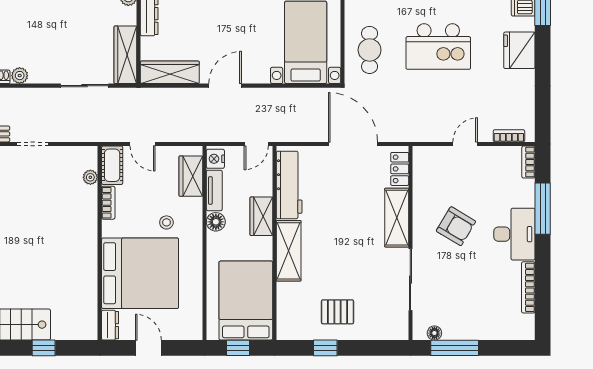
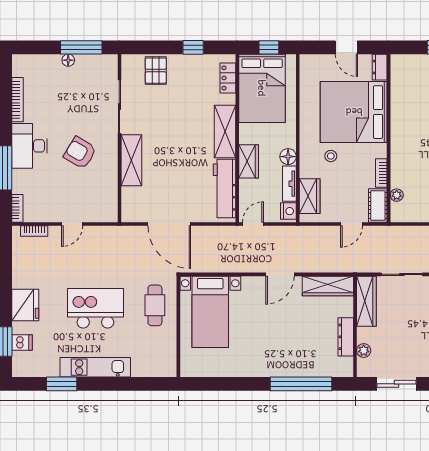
door: (142, 144) -> (352, 224), swing flipped
locker: (400, 169) -> (228, 78), moved, turned 180
pallet: (337, 312) -> (156, 71), moved, turned 90
floor lamp: (434, 333) -> (68, 60), moved

